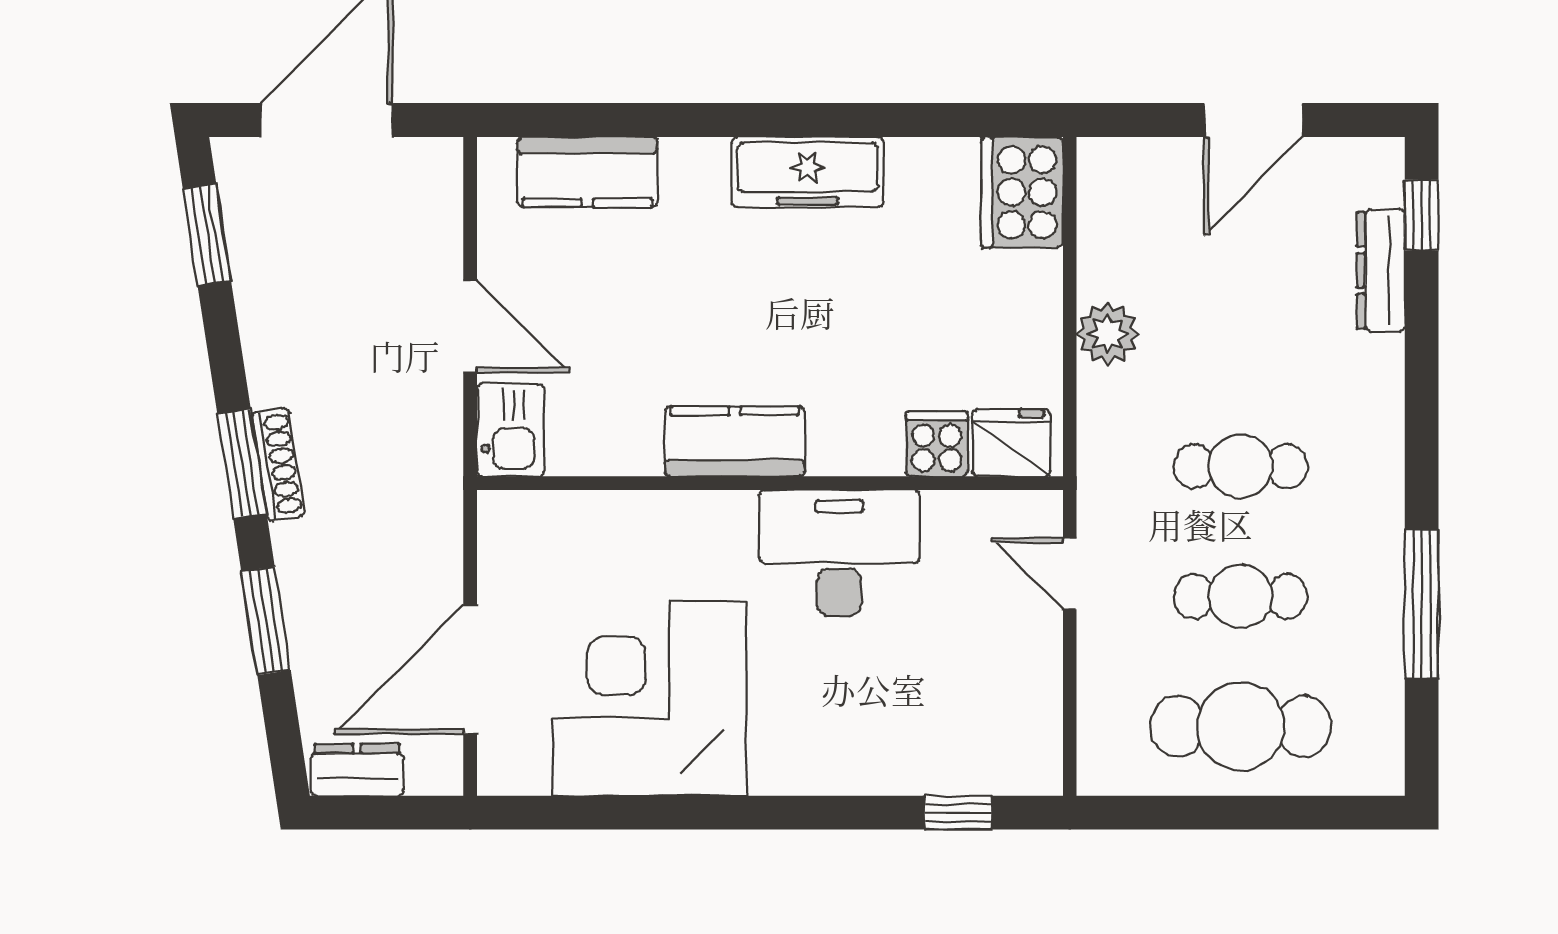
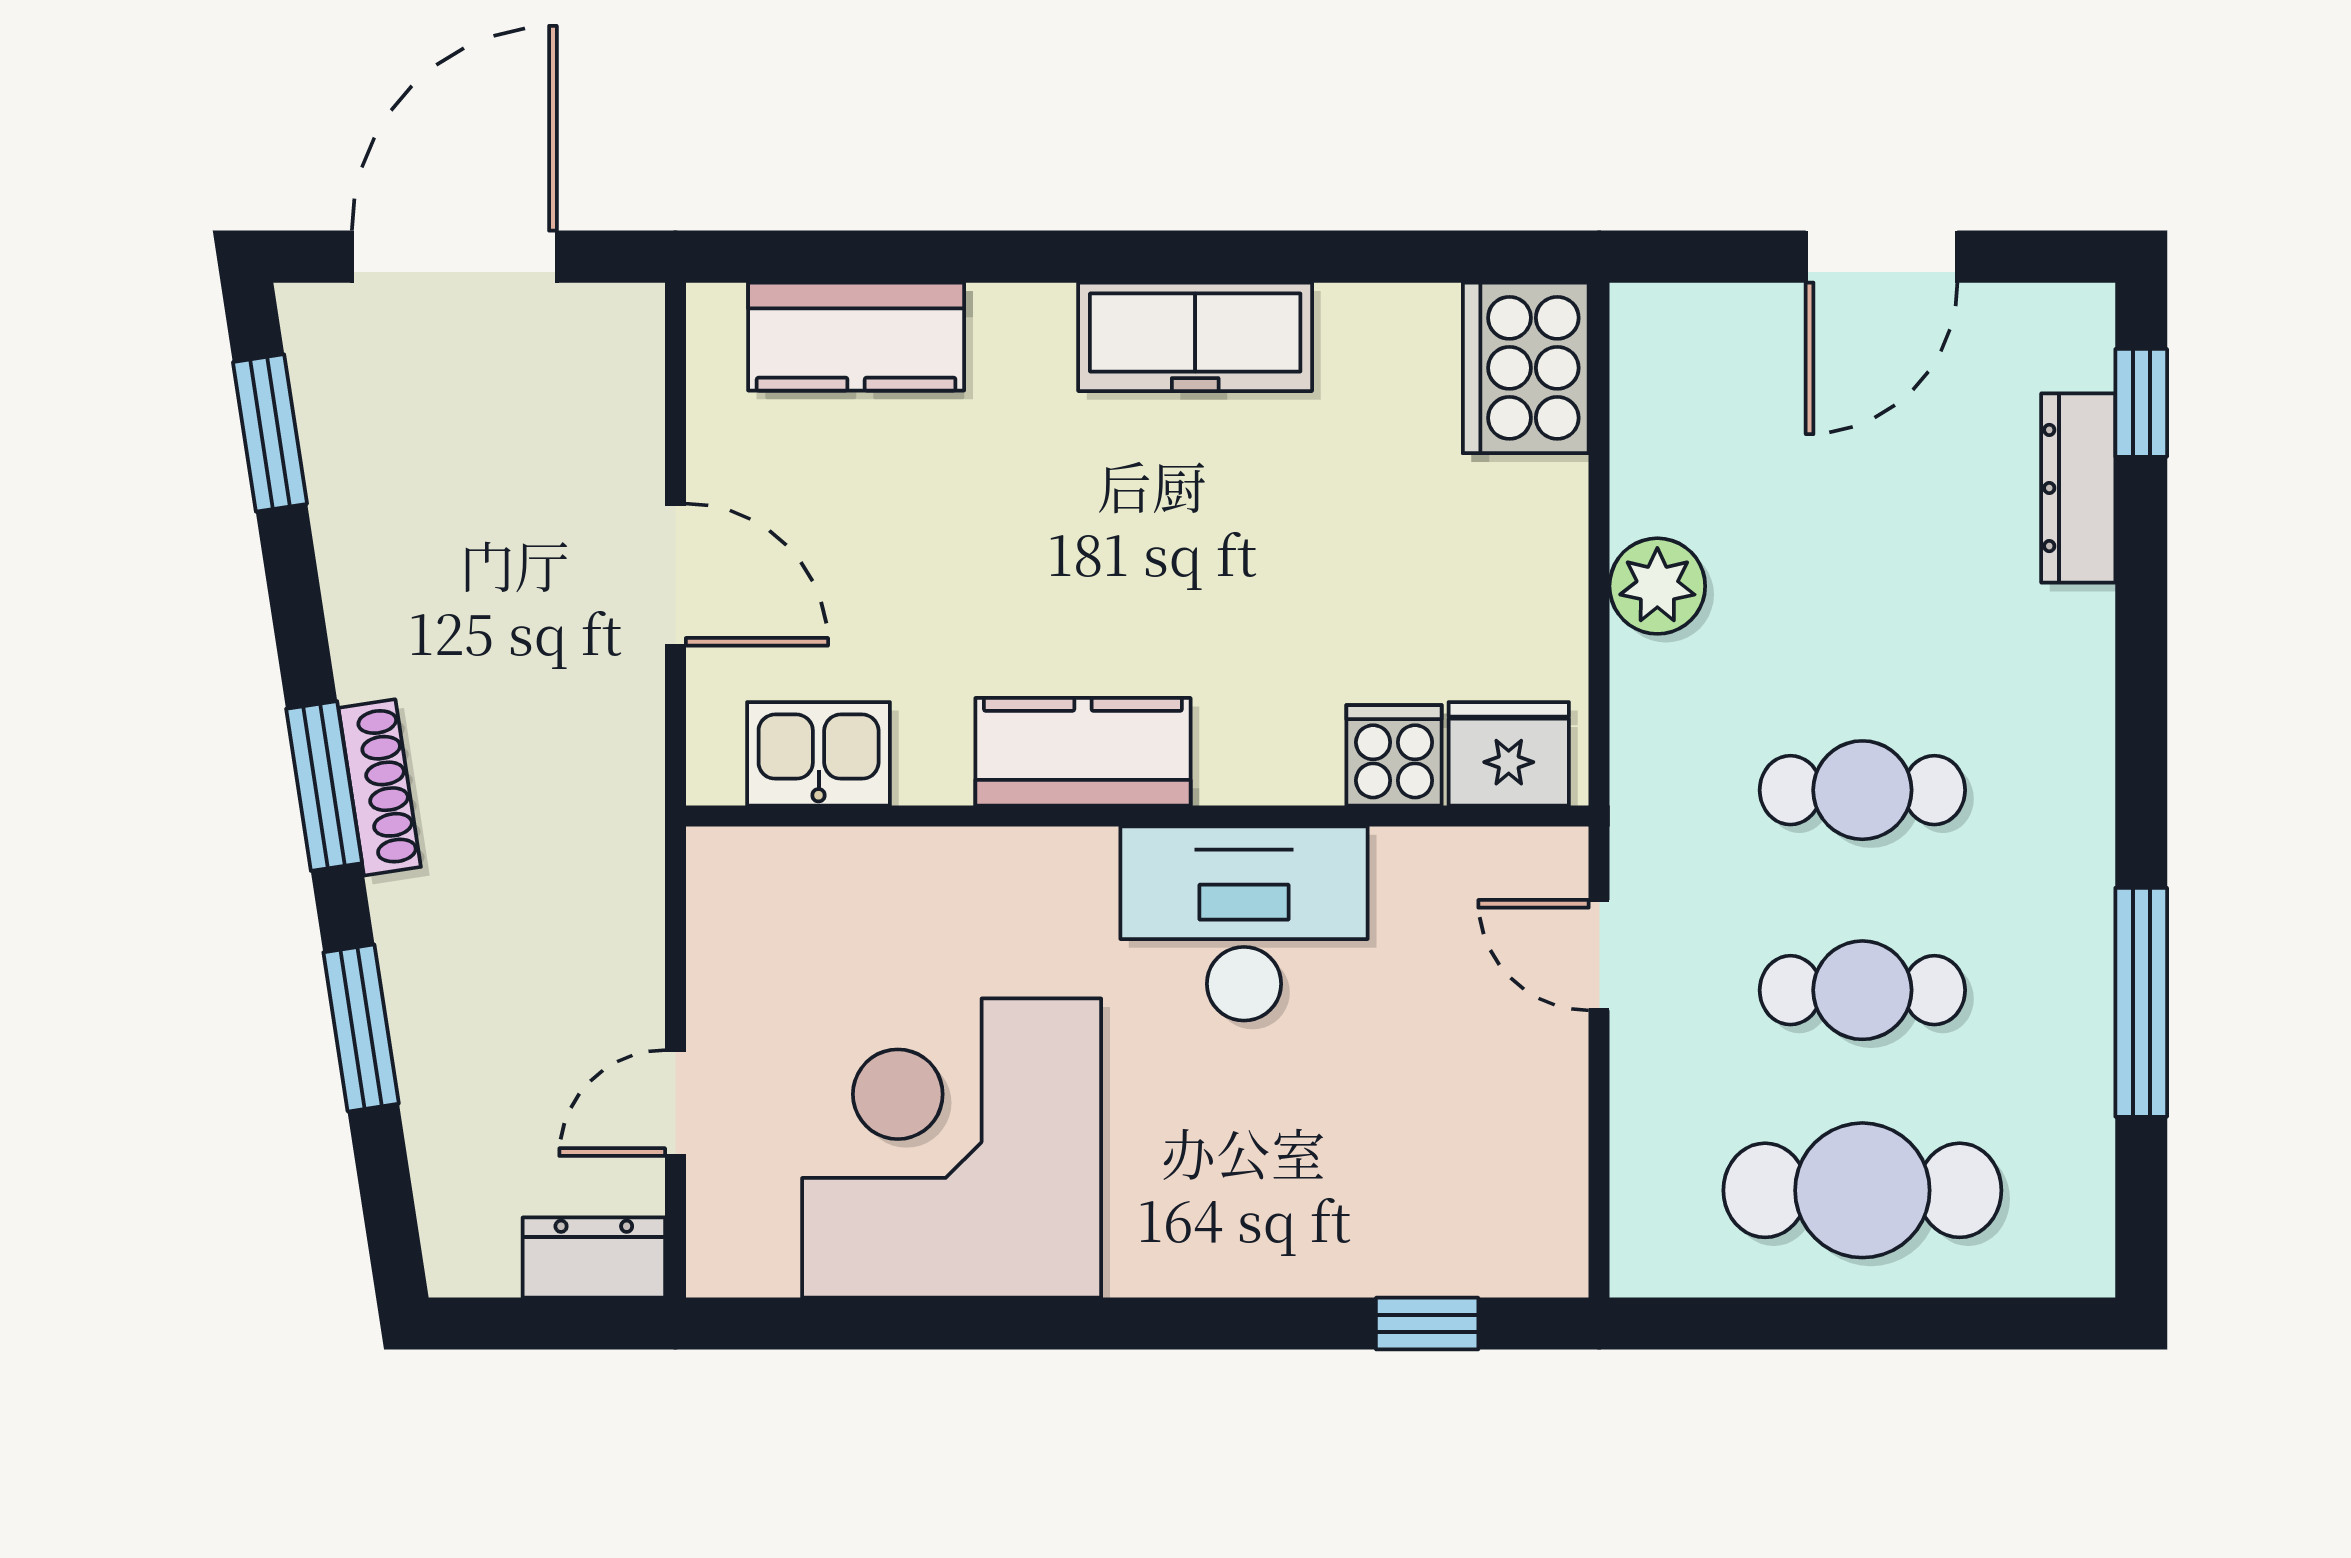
kitchen sink: (510, 430) -> (819, 754), moved, turned -90
door: (470, 670) -> (675, 1103), width x0.53
dresser: (357, 770) -> (594, 1258), moved

